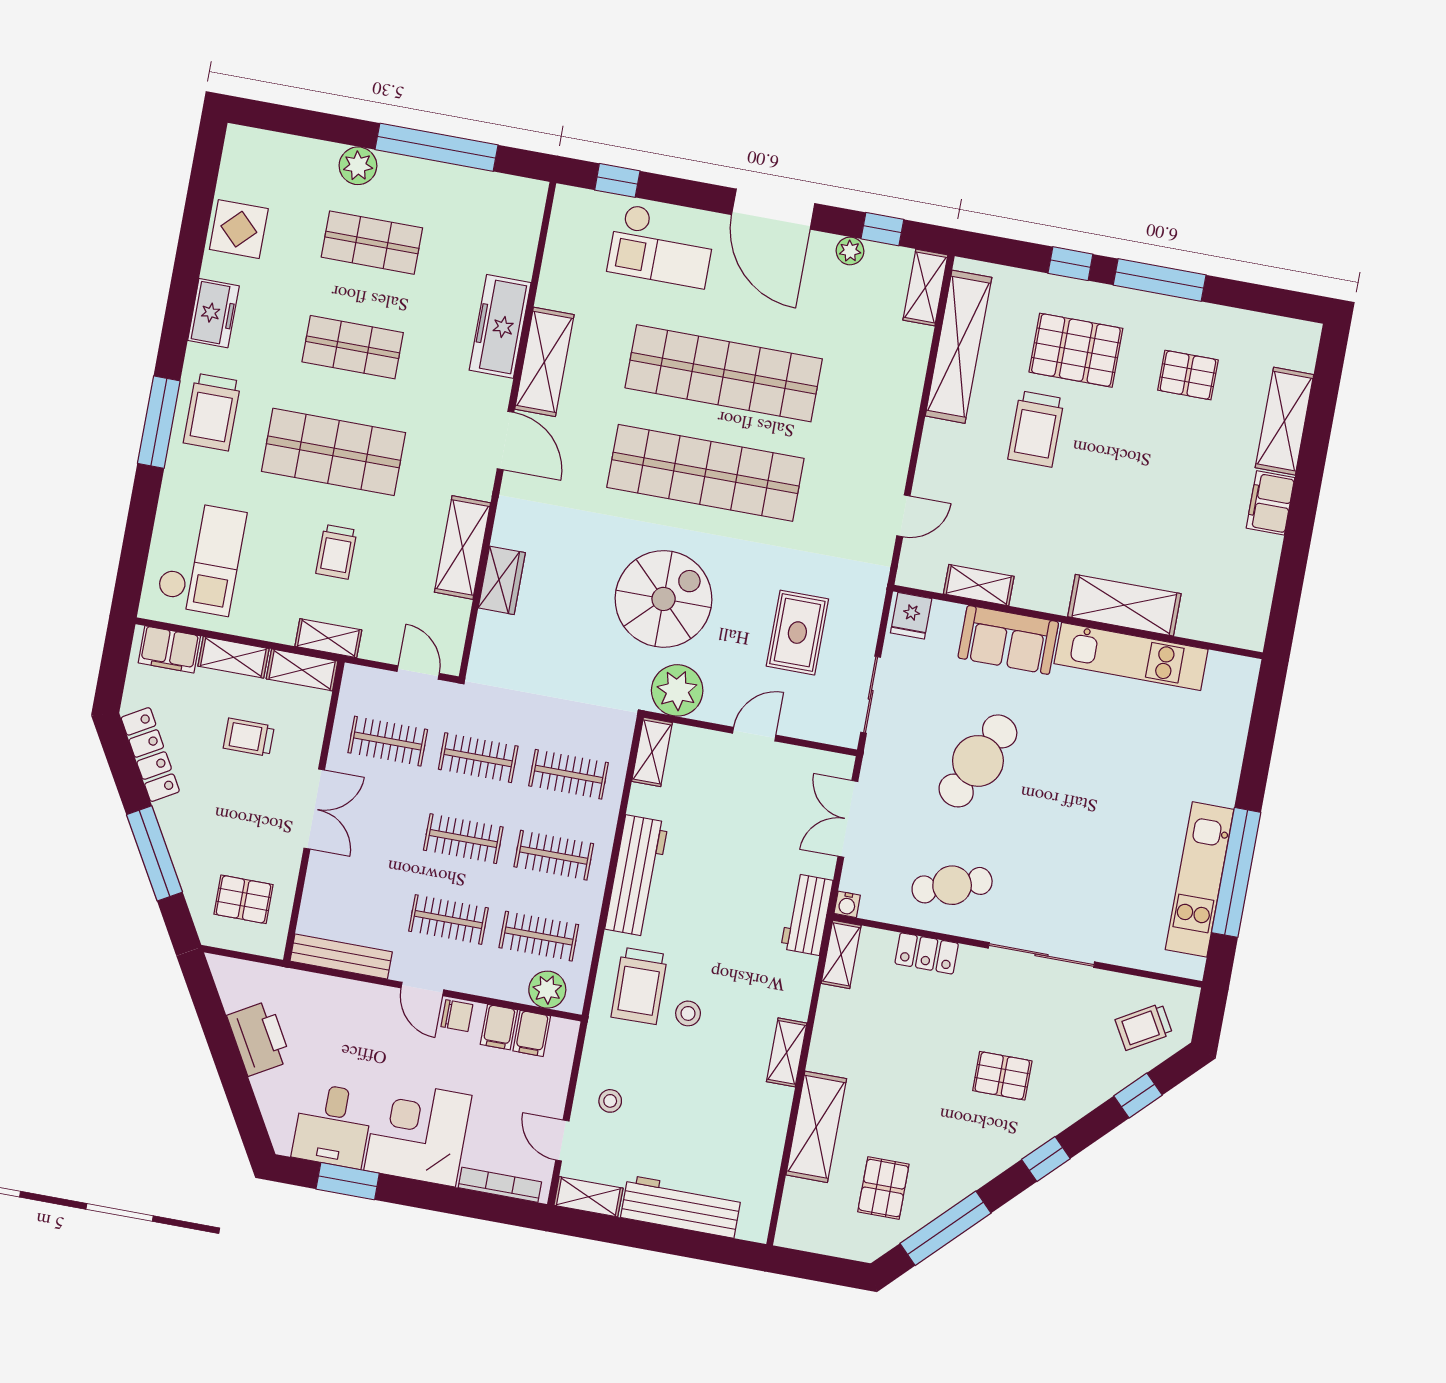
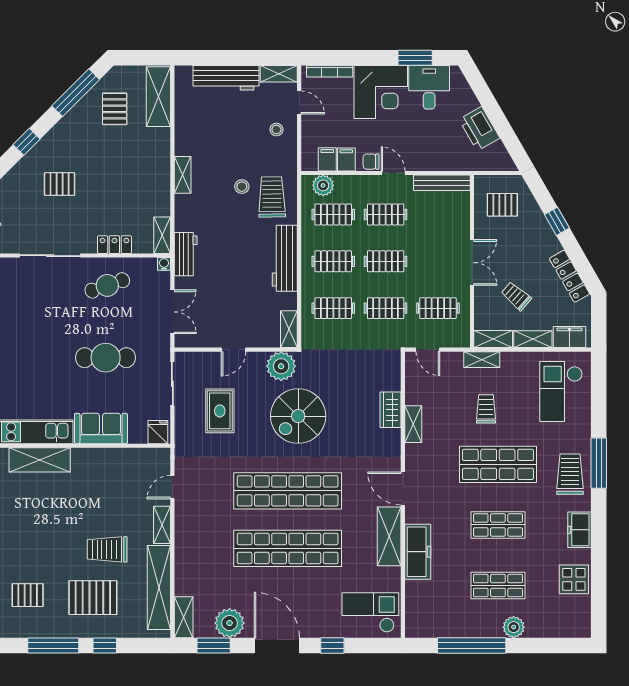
window: (617, 180) -> (332, 645), moved
window: (882, 229) -> (214, 645), width x1.50
checkout: (662, 246) -> (370, 612), moved
plant: (850, 251) -> (230, 623), width x1.88, depth x1.88
trolley: (1036, 429) -> (107, 549), turned -90
shelving: (462, 547) -> (413, 424), width x0.67, depth x0.75
shelving: (979, 585) -> (162, 525), moved, turned 90
trolley: (249, 737) -> (516, 296), turned -139
cafe table: (978, 761) -> (106, 358), turned 64
double door: (314, 809) -> (472, 263), swing flipped
window: (154, 853) -> (557, 221), width x0.46
shelving: (816, 1127) -> (158, 97), moved

